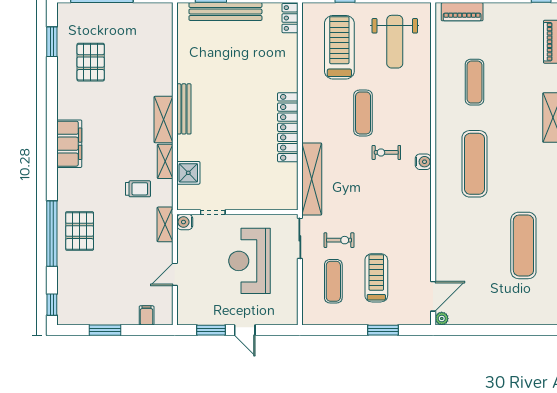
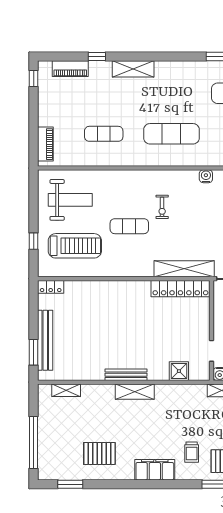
treadmill: (339, 47) -> (75, 246), turned 180
pallet: (91, 62) -> (99, 453), moved
locker: (288, 127) -> (180, 289), moved
shelving: (165, 161) -> (66, 390), moved
water cooler: (423, 162) -> (206, 176), moved
trolley: (138, 189) -> (192, 452), moved, turned 180

